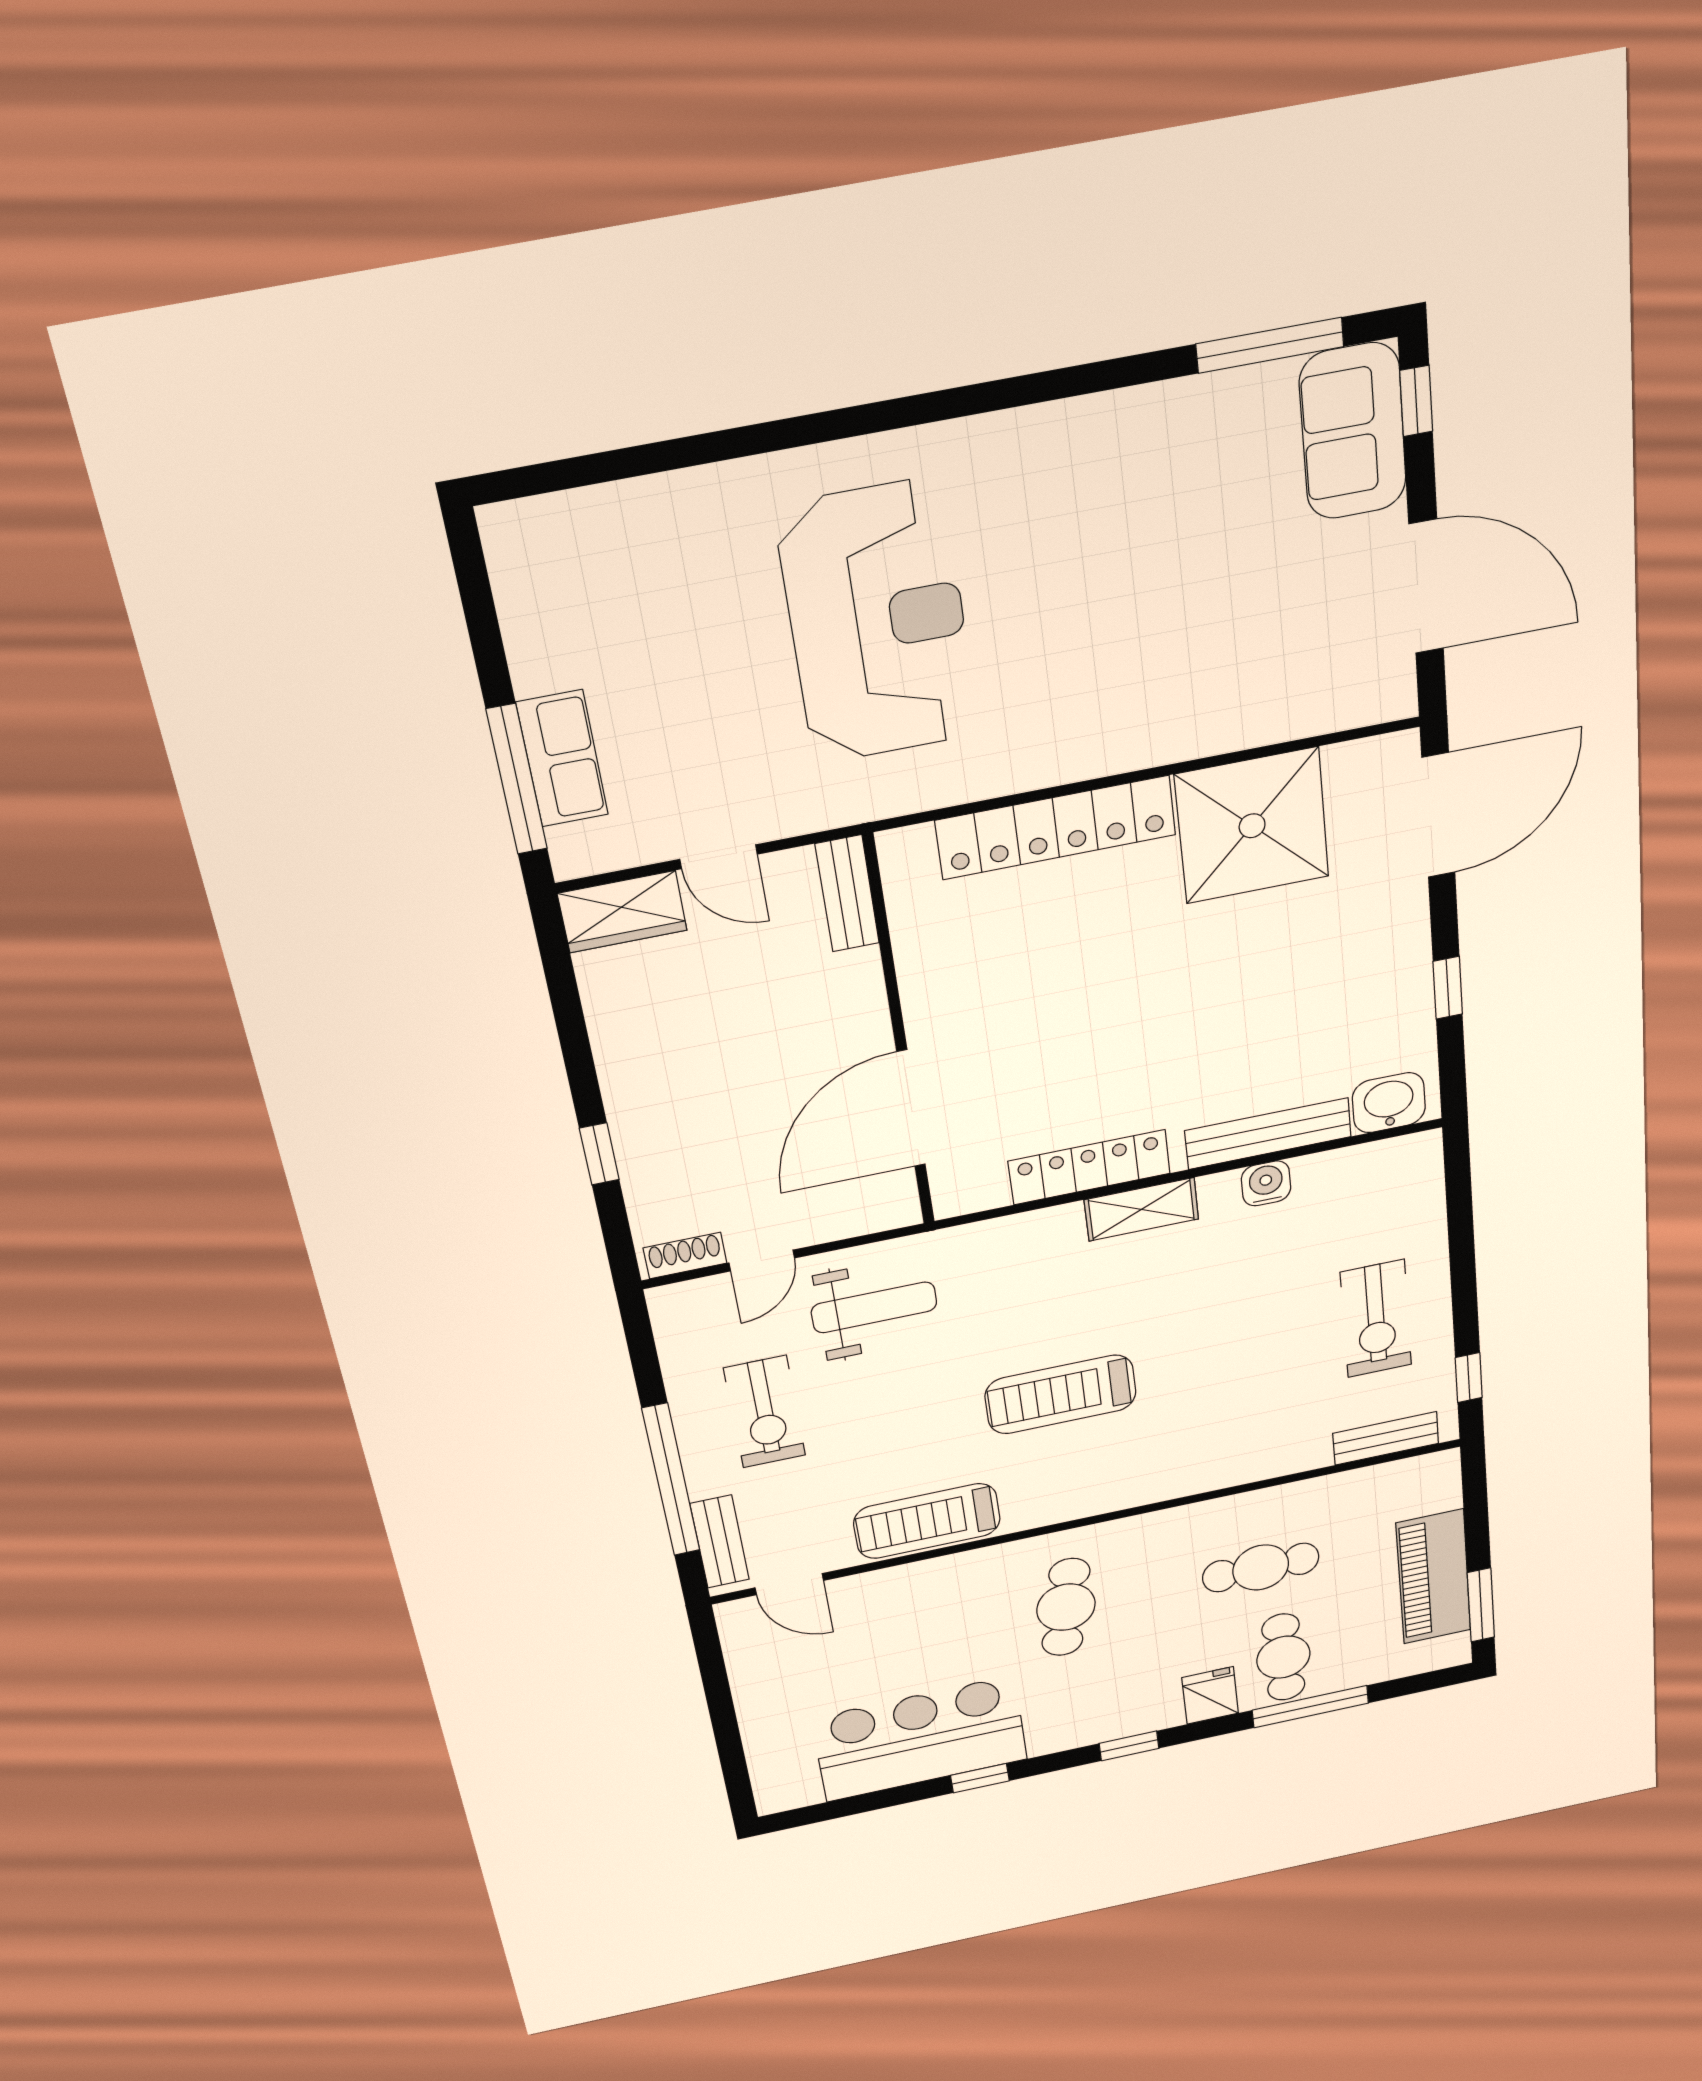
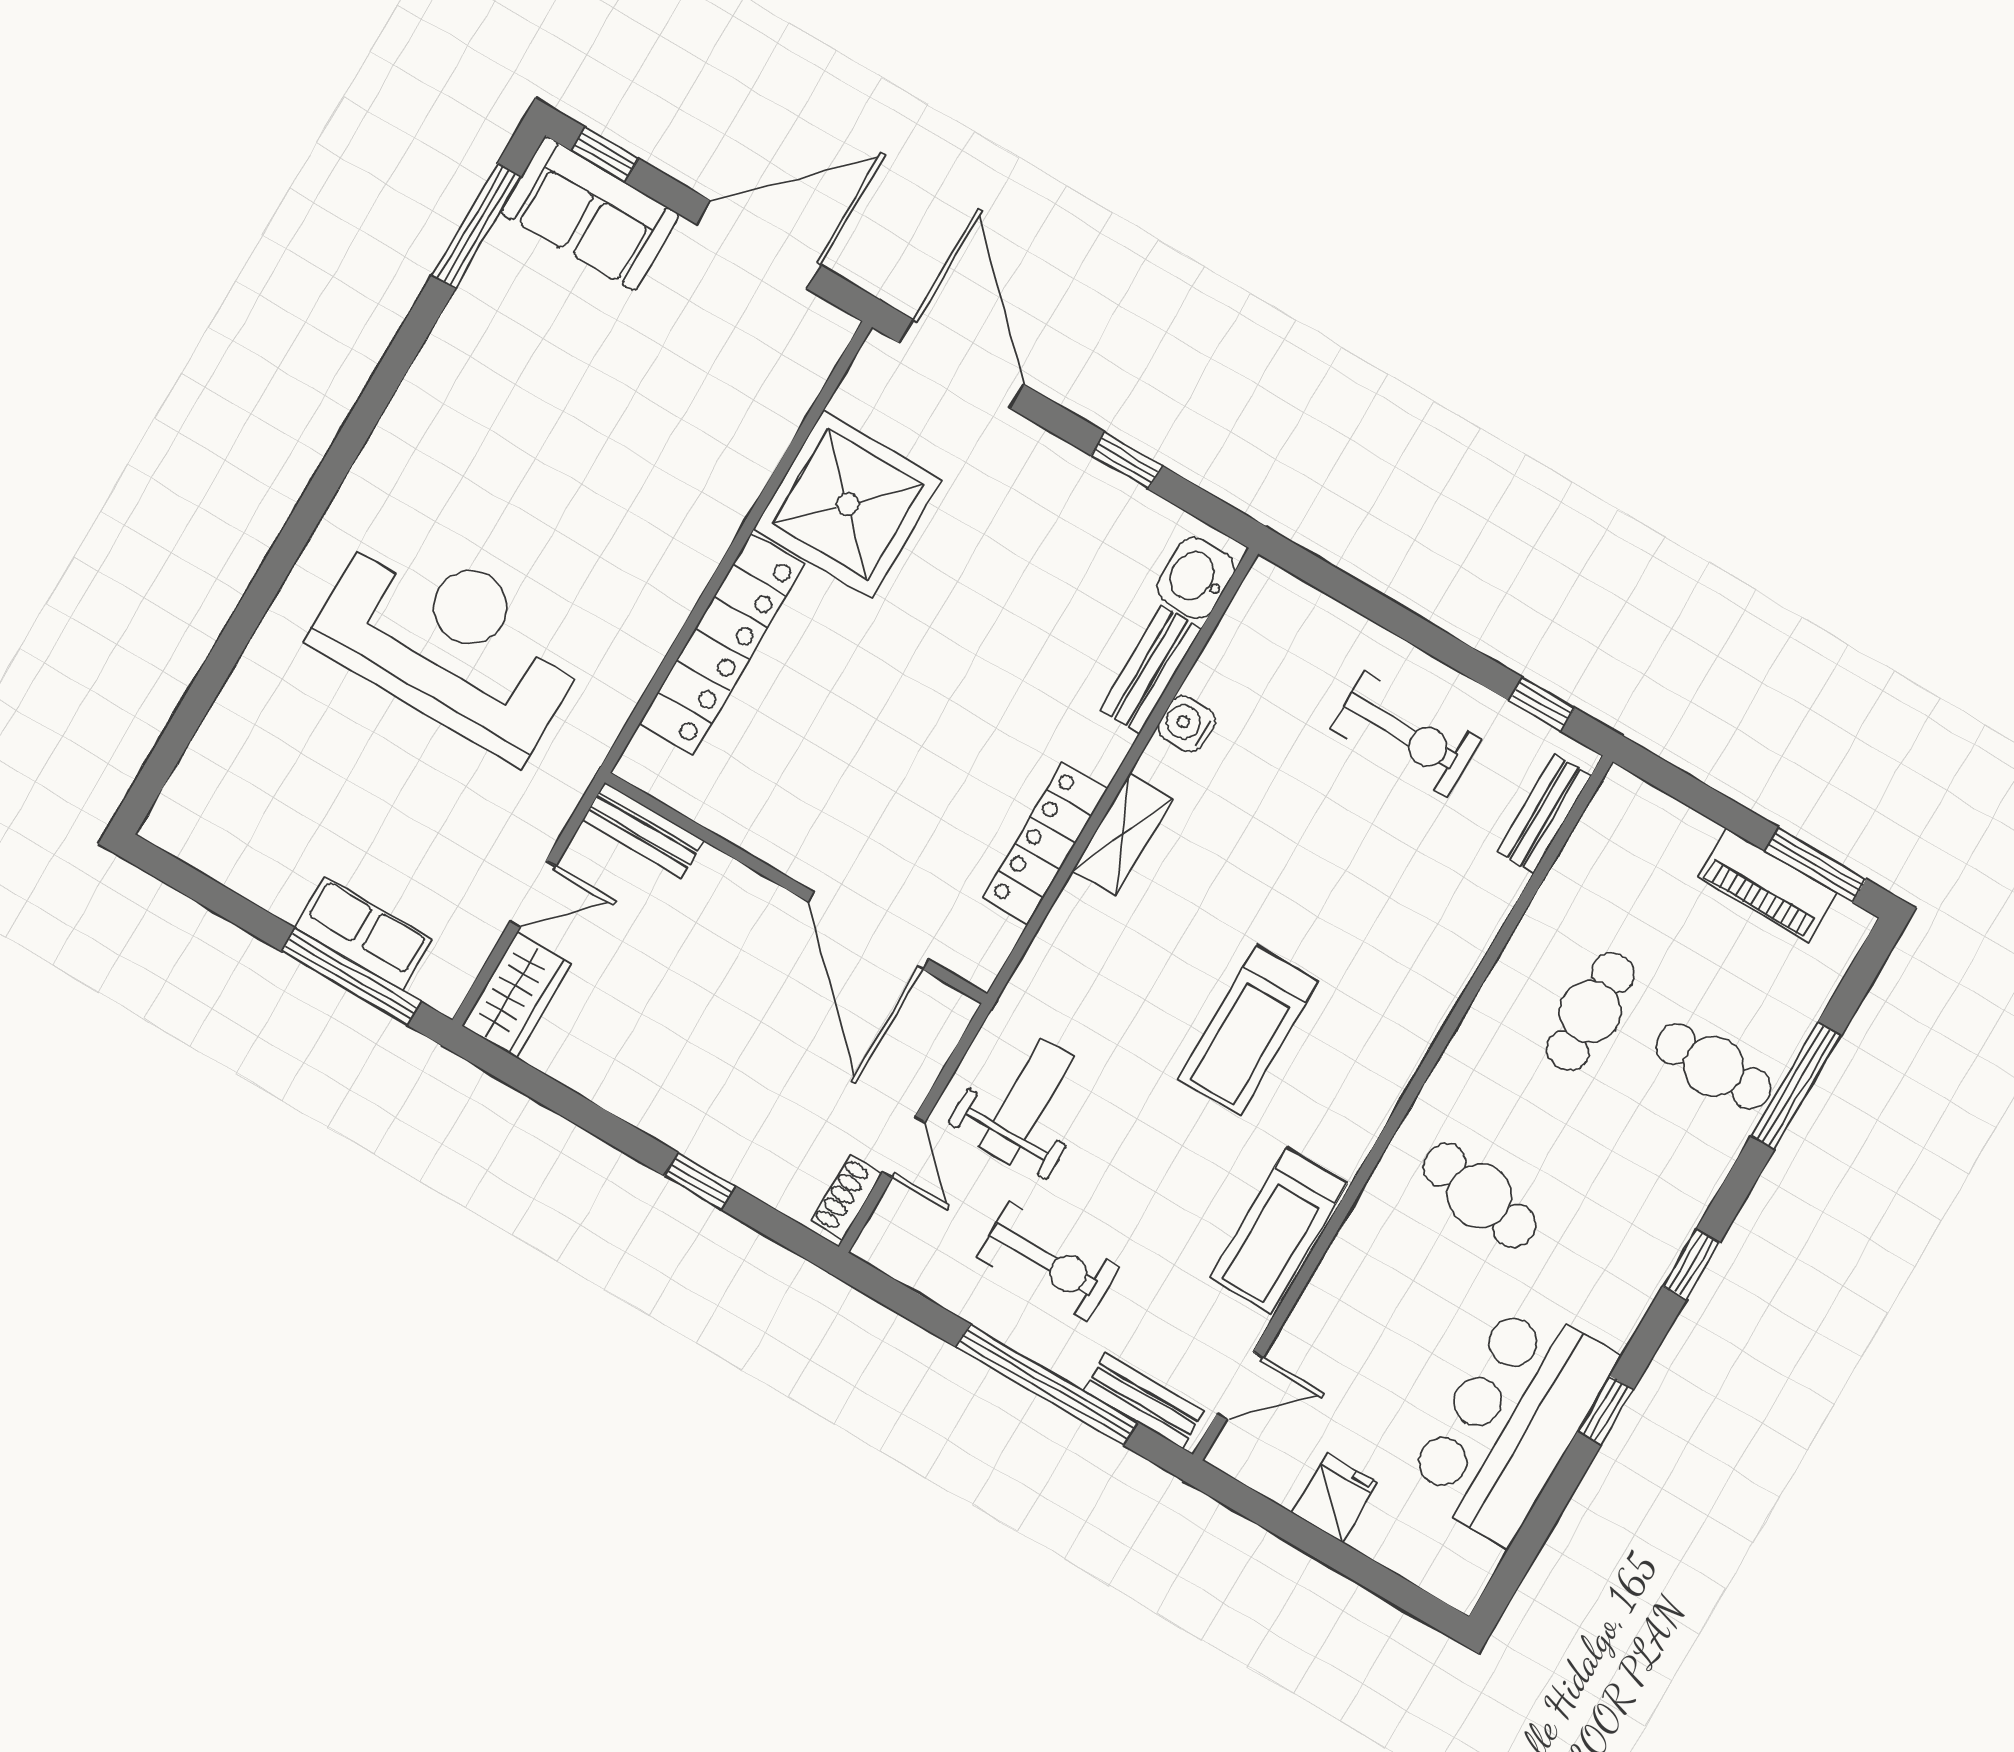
bench: (1268, 1134) -> (1151, 669), width x0.73
piano: (1434, 1577) -> (1767, 885), width x0.73, depth x0.75
fridge: (1210, 1695) -> (1335, 1498), moved, turned 90

